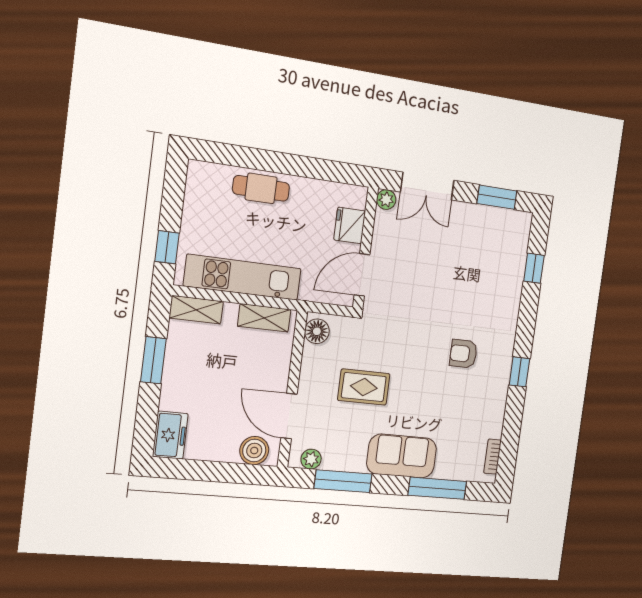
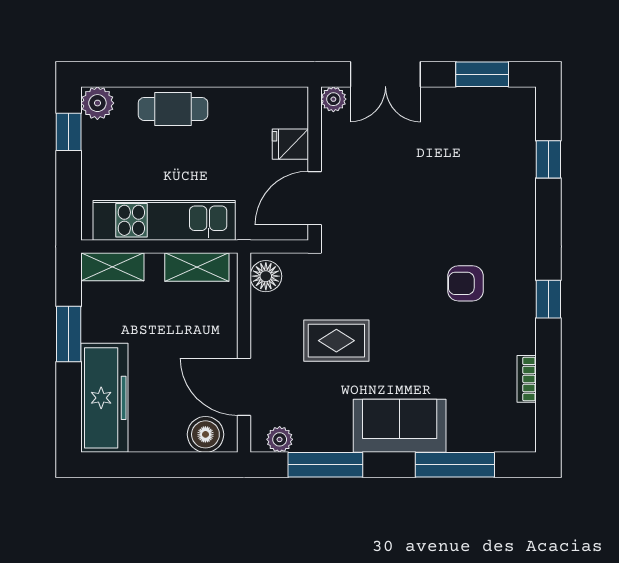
plant: (200, 174) -> (97, 103), added
fridge: (350, 225) -> (290, 144), width x0.72
window: (167, 247) -> (69, 132), moved
freezer: (170, 435) -> (104, 398), width x1.91, depth x1.26
bookcase: (493, 457) -> (527, 379), moved

